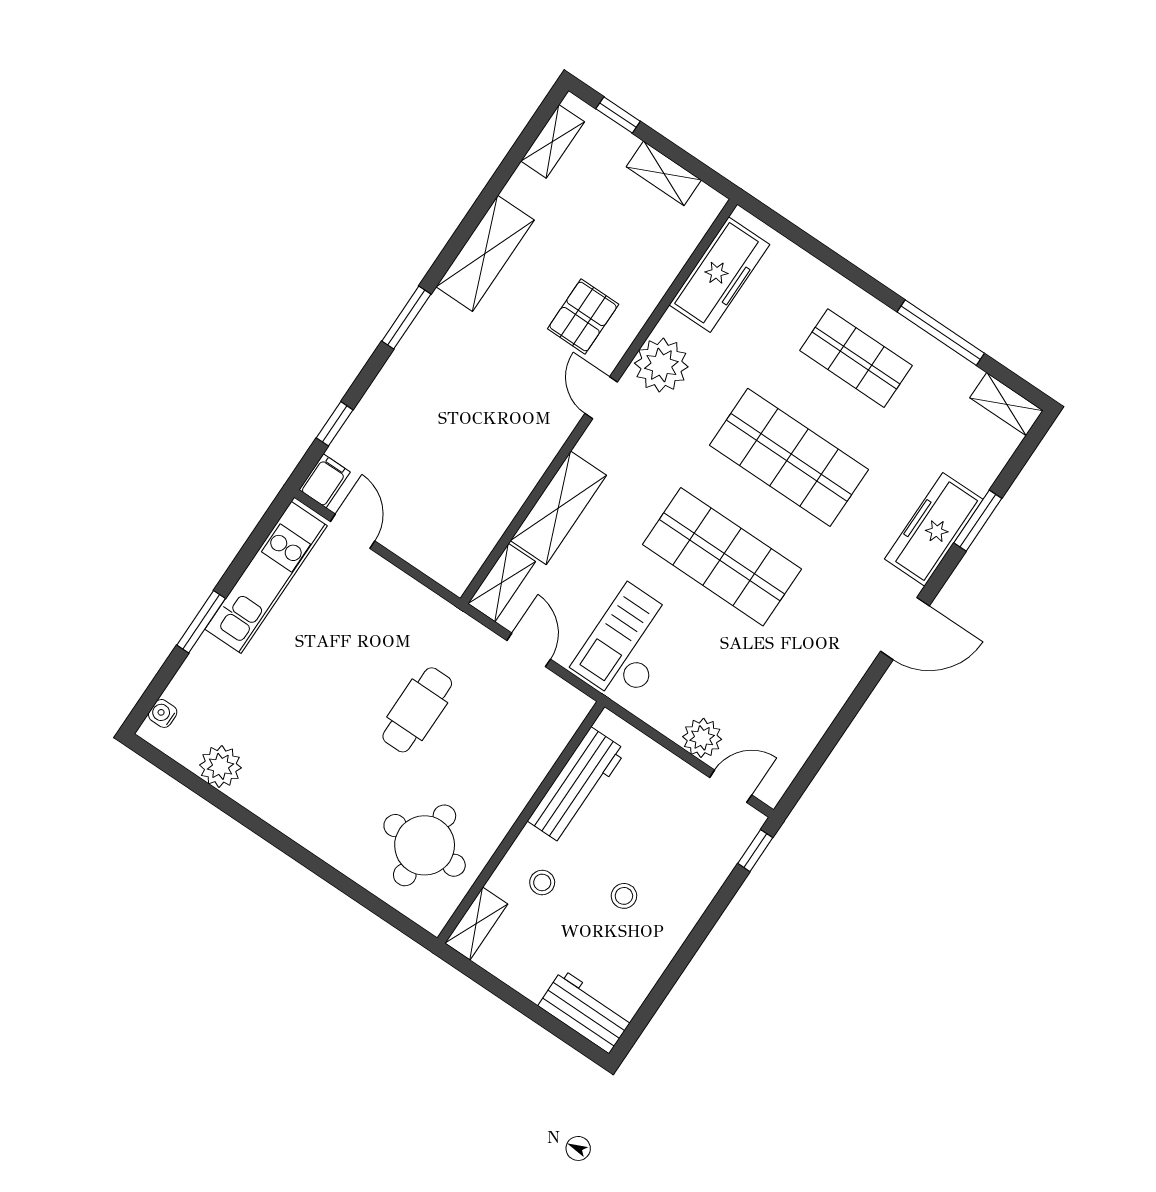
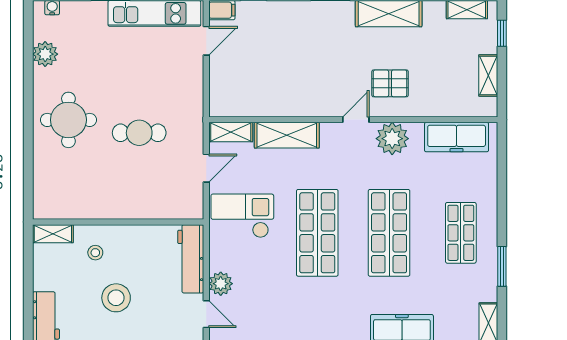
window: (941, 333) -> (502, 266), width x0.69
workbench: (577, 786) -> (191, 259), moved, turned 90
round table: (425, 845) -> (68, 120), moved
stool: (624, 896) -> (116, 298), width x1.89, depth x1.89

